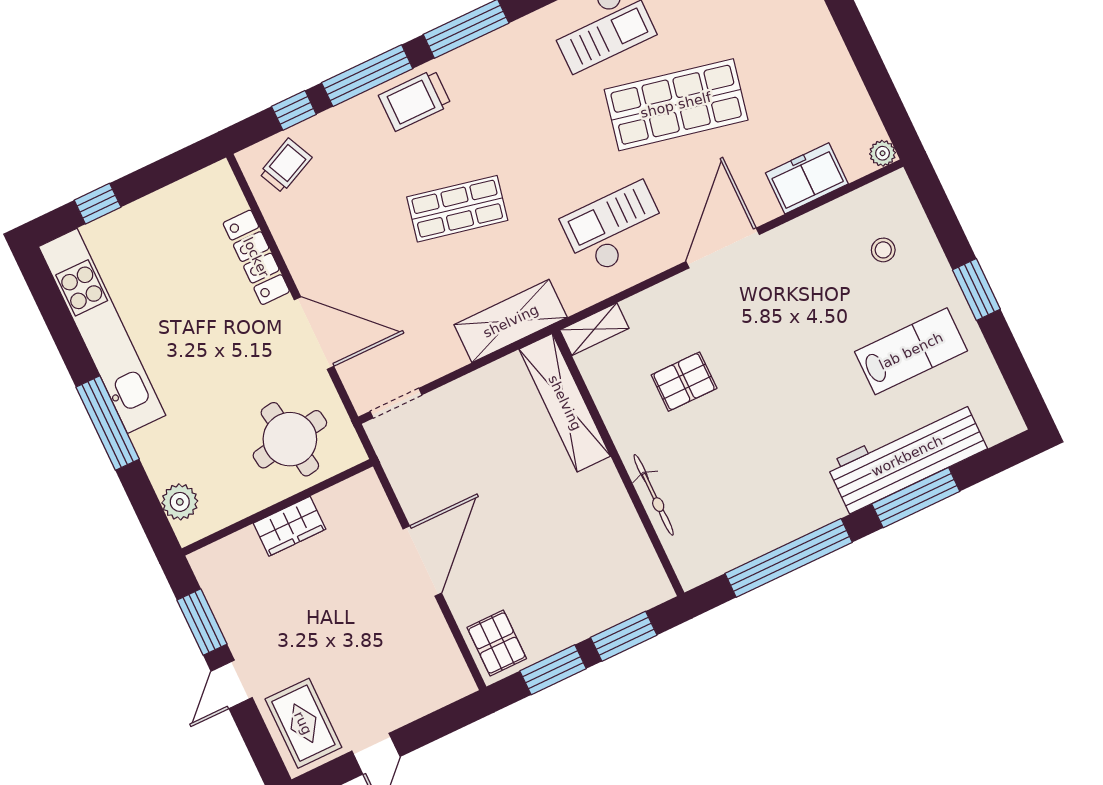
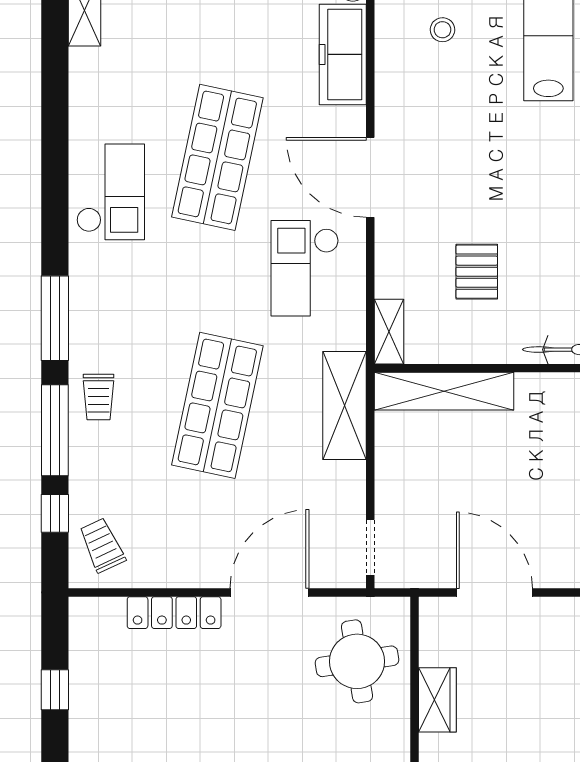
trolley: (415, 100) -> (98, 397), width x0.73, depth x0.72
freezer: (807, 178) -> (343, 54), width x1.40
window: (98, 204) -> (55, 690), moved
shop shelf: (457, 209) -> (217, 405), width x1.43, depth x1.36
door: (422, 561) -> (494, 592), moved

